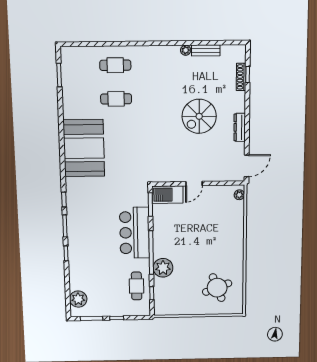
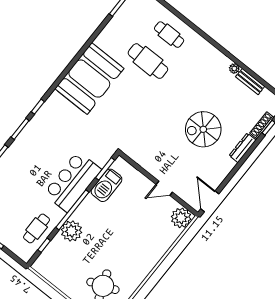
cafe table: (116, 99) -> (148, 61), width x1.37, depth x1.35
dresser: (240, 127) -> (243, 148), moved
door: (247, 166) -> (210, 201), swing flipped
door: (194, 184) -> (164, 188), moved
barbecue: (168, 195) -> (107, 185), moved, turned -90
plant: (239, 195) -> (181, 218), width x1.88, depth x1.88

